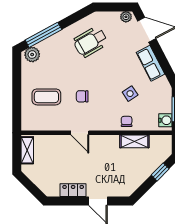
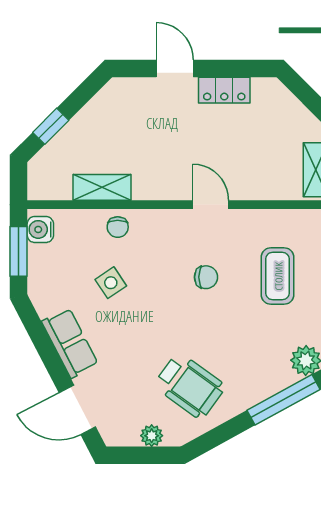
plant: (126, 17) -> (152, 436), moved
wheelchair: (90, 42) -> (190, 386), turned 66
coffee table: (46, 97) -> (277, 276), turned 90

